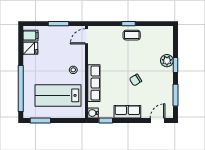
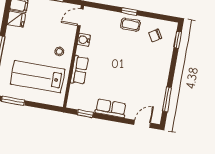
plant: (167, 61) -> (164, 60), removed
window: (175, 65) -> (178, 40), moved
chair: (136, 80) -> (155, 35), moved
row of seats: (94, 83) -> (79, 70), width x0.68
water cooler: (93, 113) -> (84, 40), moved

